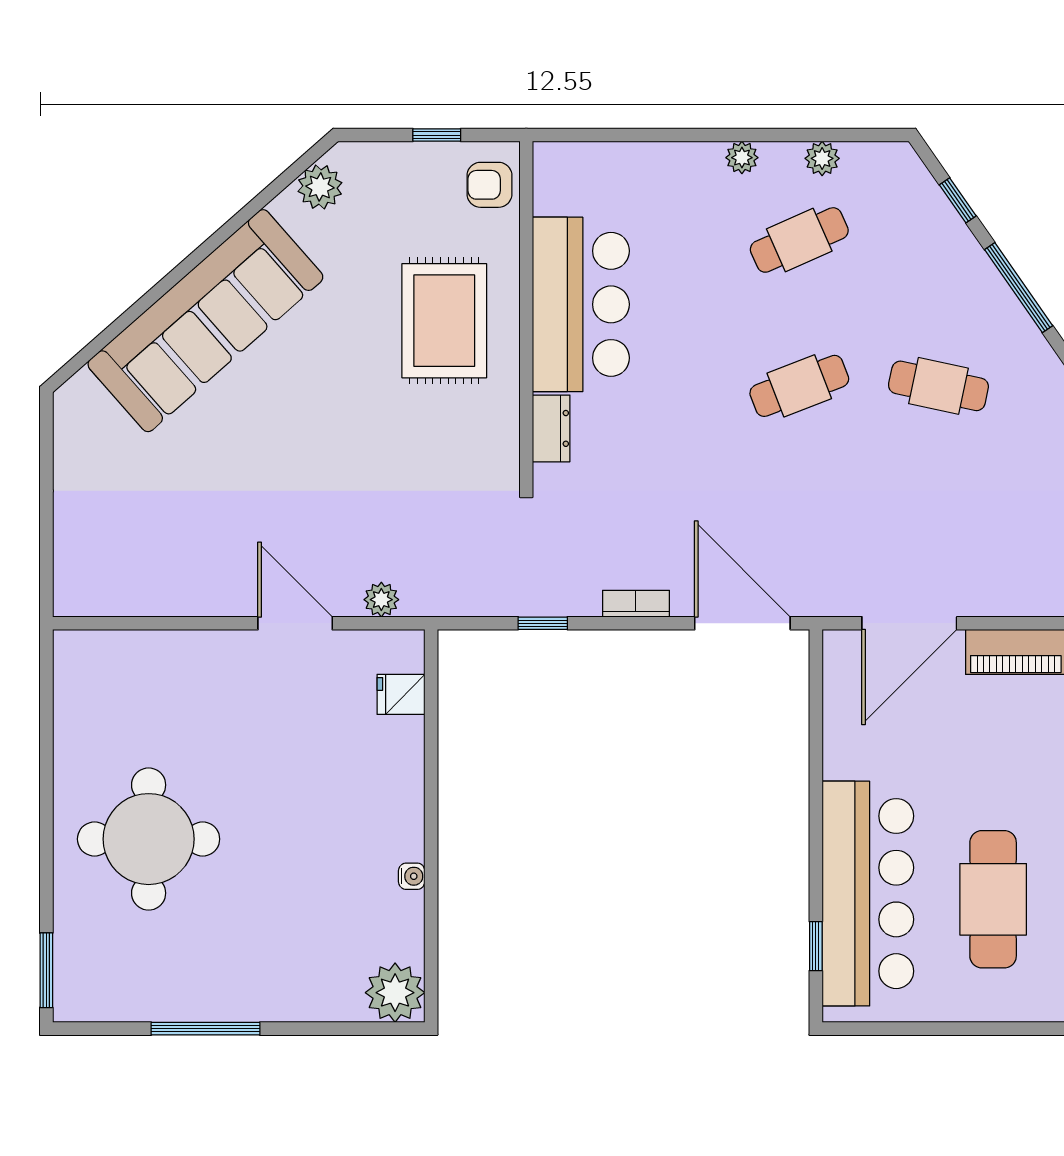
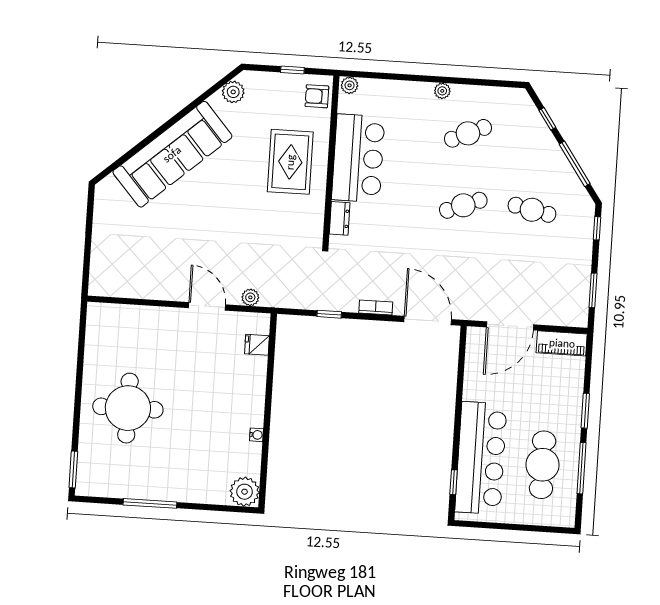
plant: (822, 158) -> (350, 85), moved

